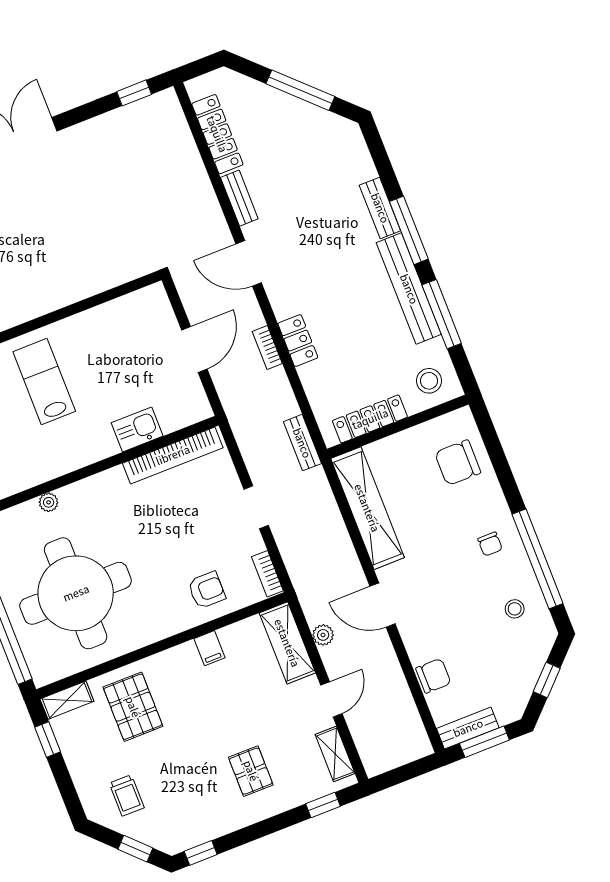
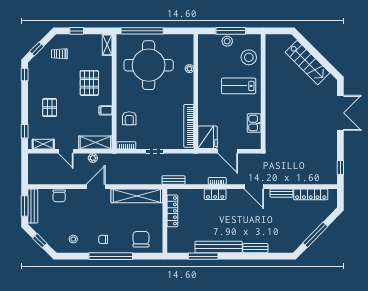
window: (409, 230) -> (242, 256), removed
door: (249, 263) -> (254, 187), swing flipped
stool: (429, 381) -> (178, 241), removed
lab bench: (44, 382) -> (239, 86), turned 180
fridge: (181, 405) -> (208, 137), added
kitchen sink: (137, 429) -> (254, 123), moved, turned 180
window: (538, 559) -> (111, 256), moved
pallet: (133, 707) -> (89, 83), moved, turned 90
bench: (468, 728) -> (33, 206), width x1.36
window: (48, 740) -> (77, 31), moved
pallet: (251, 771) -> (50, 108), turned 90

